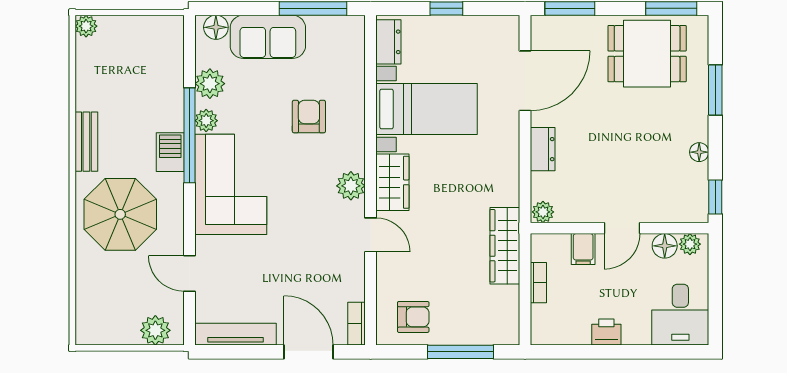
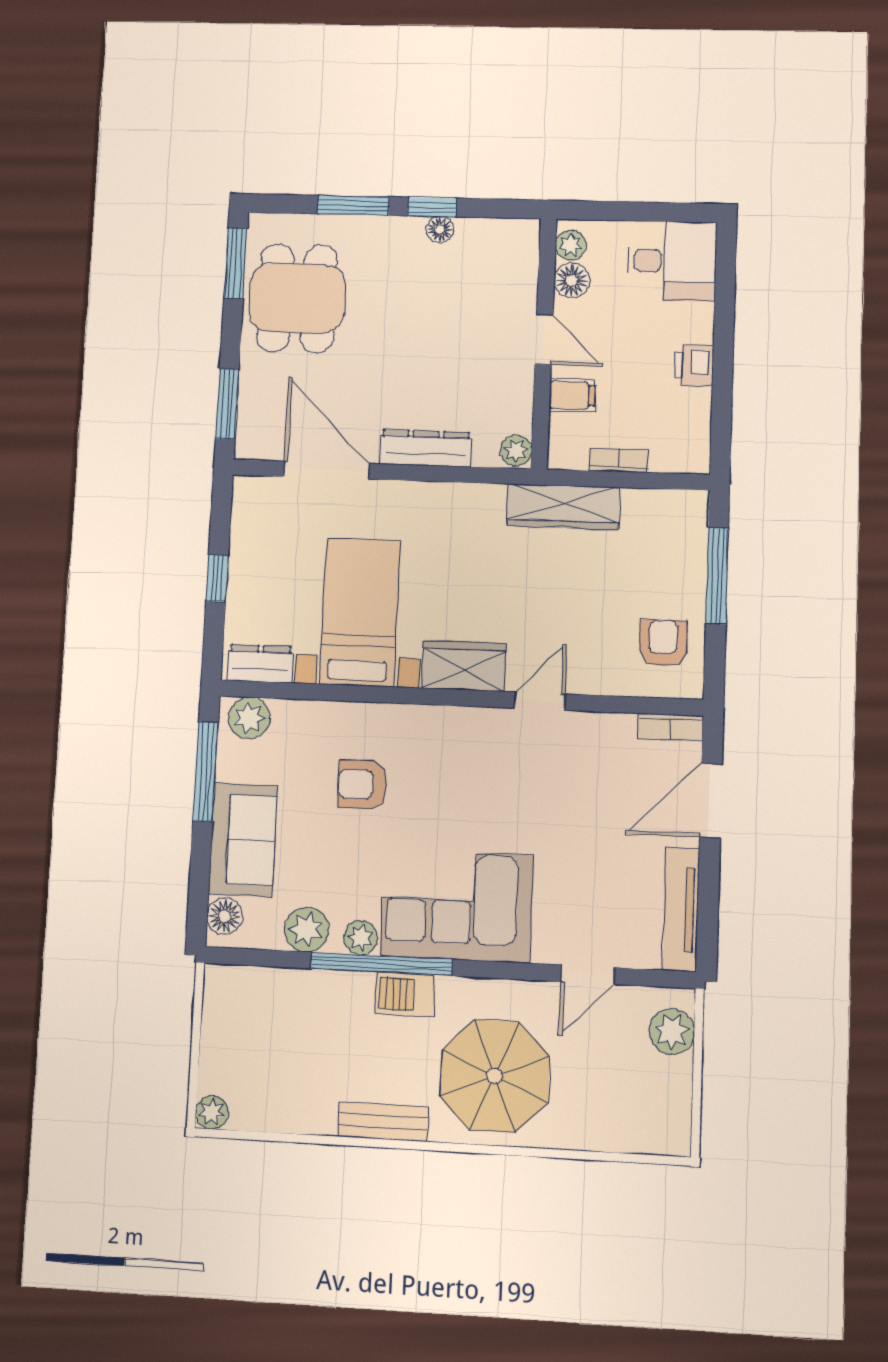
dresser: (543, 149) -> (426, 448), width x1.44
plant: (351, 186) -> (249, 718), moved
window: (715, 197) -> (432, 207), moved

